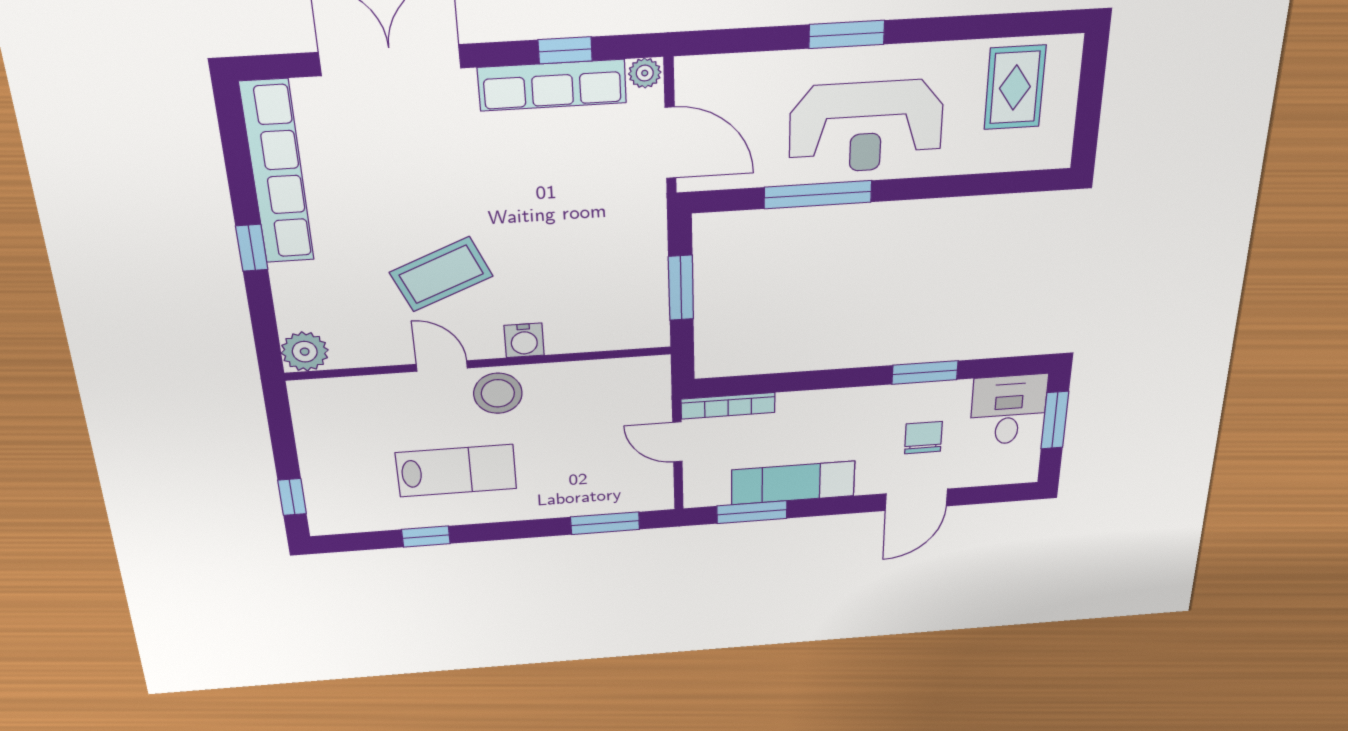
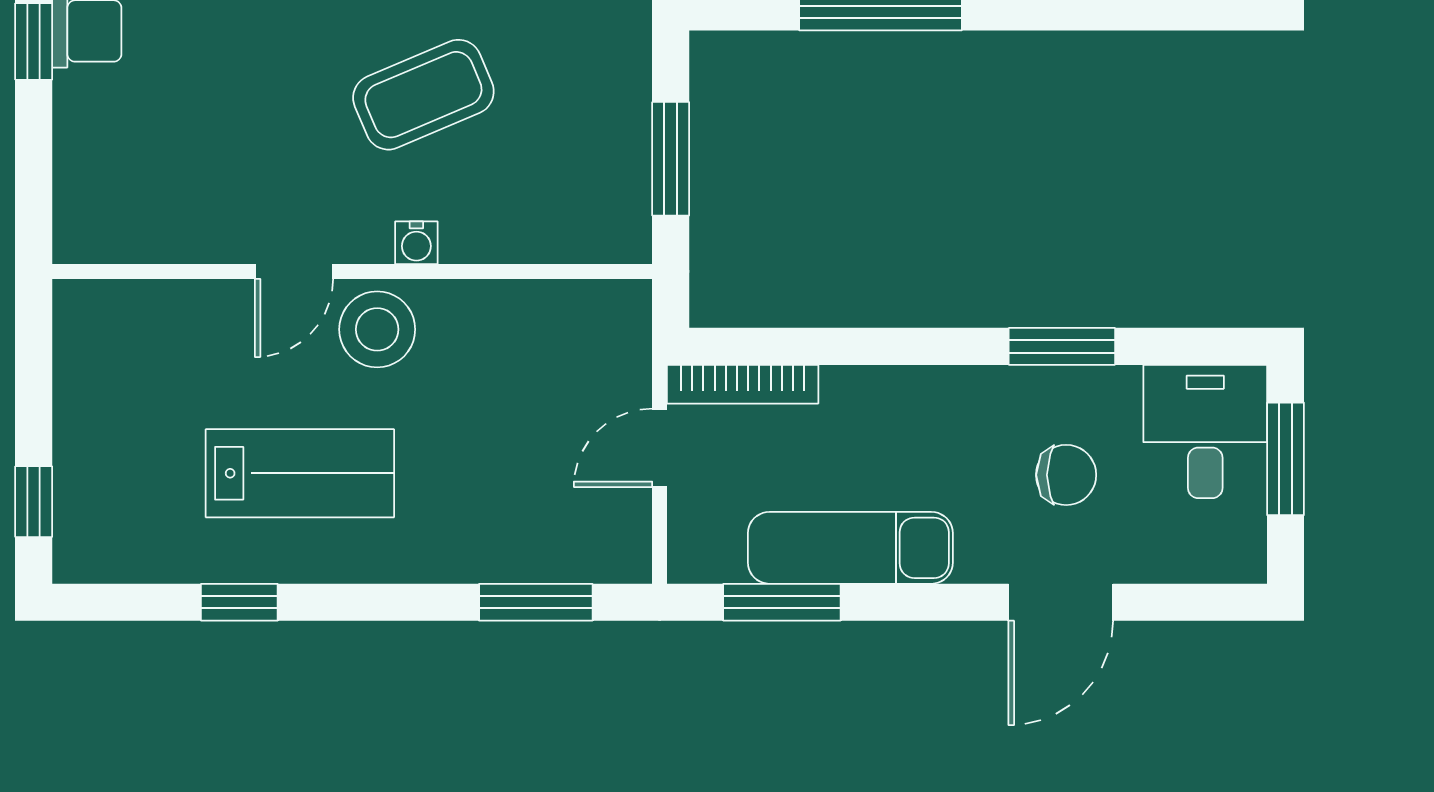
coffee table: (441, 274) -> (423, 95), moved
water cooler: (524, 340) -> (416, 243), width x0.72, depth x0.72
plant: (305, 352) -> (88, 228), removed
door: (442, 366) -> (294, 271), swing flipped
chair: (923, 438) -> (1066, 475), turned 90
door: (677, 442) -> (660, 448), hinge flipped

